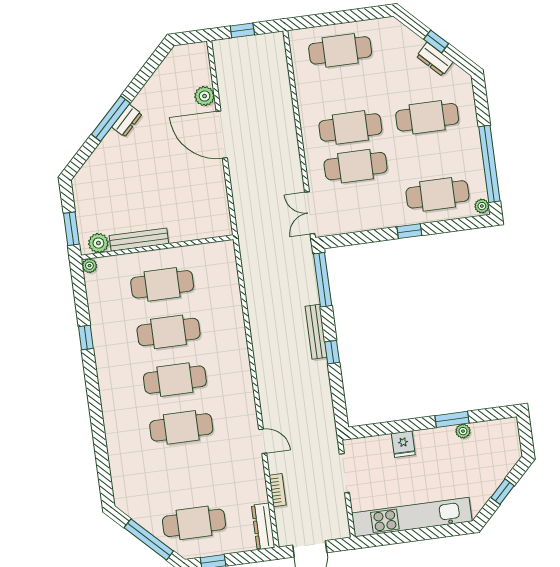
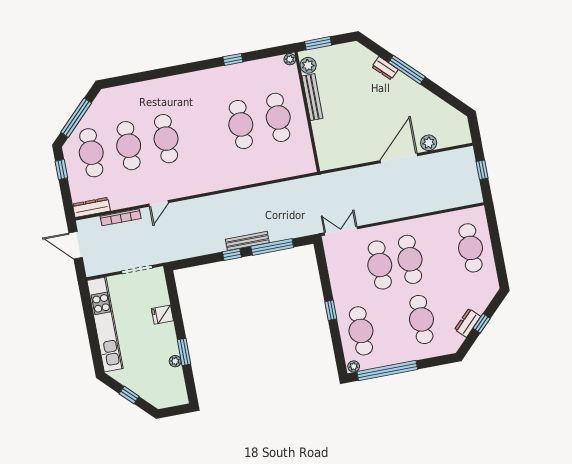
dresser: (127, 121) -> (385, 68), moved
window: (323, 280) -> (272, 247), moved
cafe table: (175, 380) -> (129, 146), moved
bookcase: (278, 490) -> (121, 217), width x1.56

